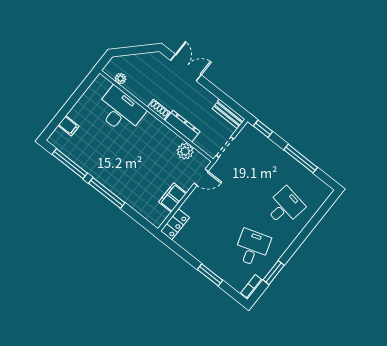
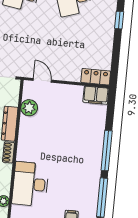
filing cabinet: (173, 198) -> (96, 95), moved
window: (210, 275) -> (119, 20), width x0.67

